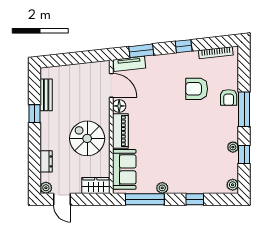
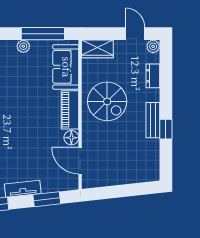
tv unit: (129, 64) -> (23, 189), moved
bench: (46, 95) -> (153, 120), moved

